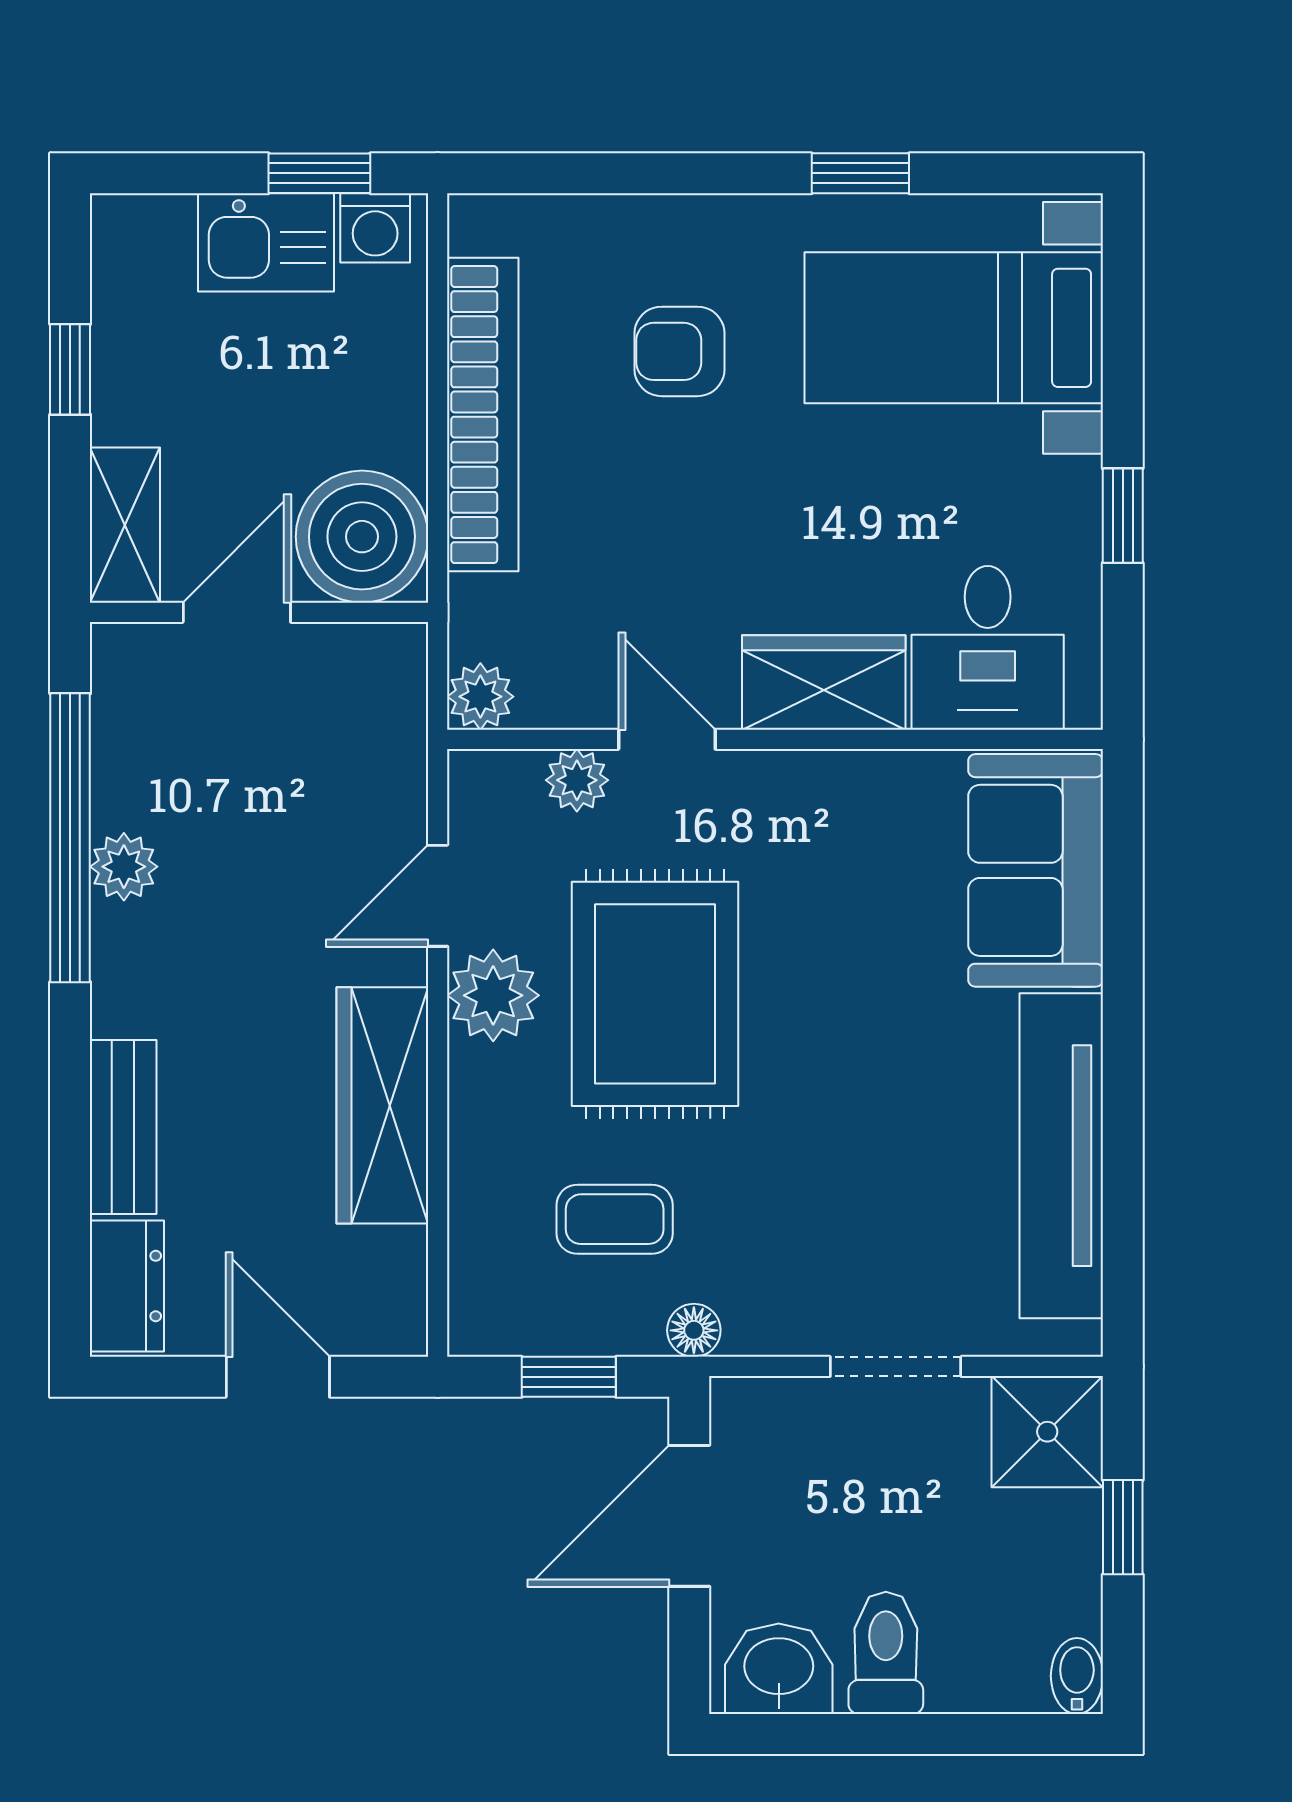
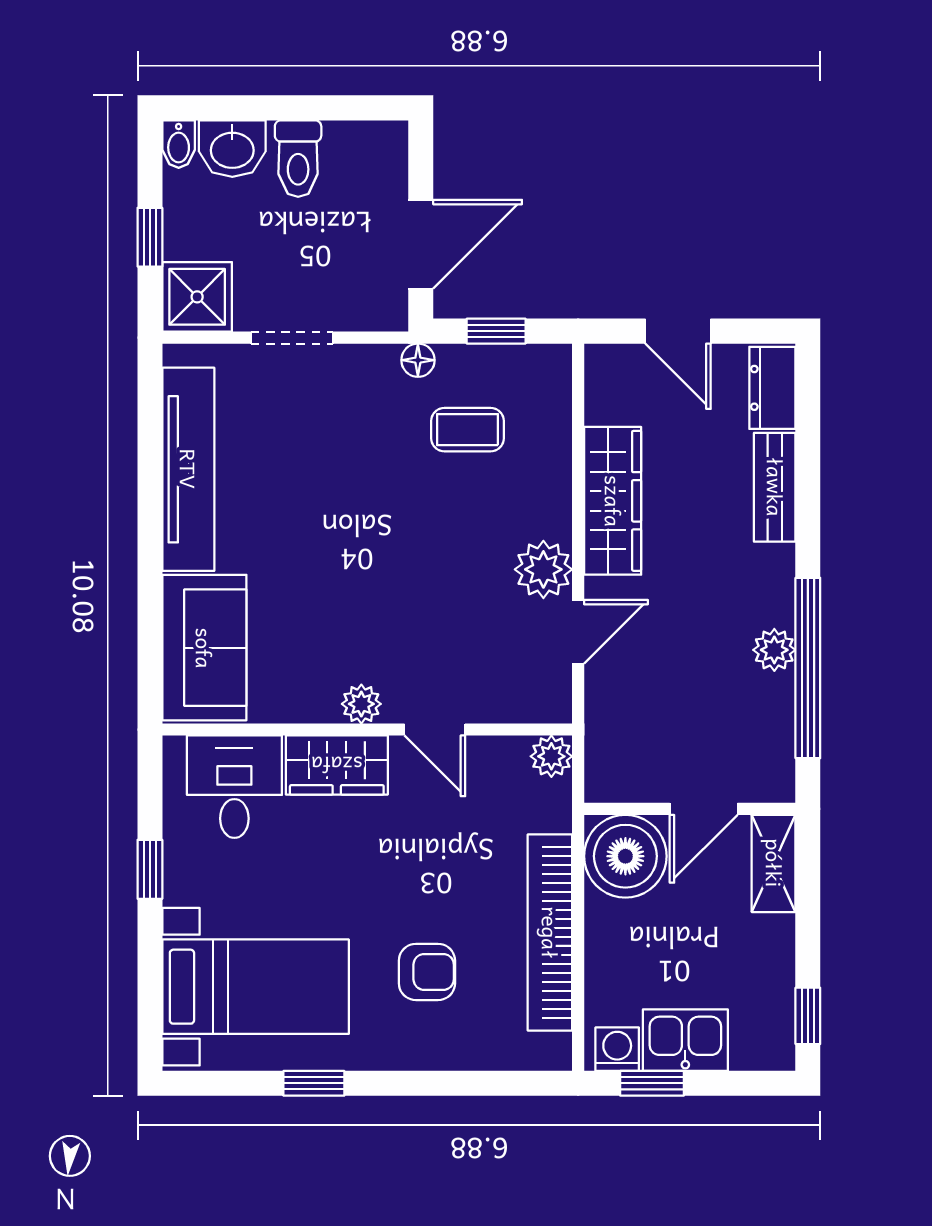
window: (70, 369) -> (808, 1016), moved
plant: (577, 780) -> (361, 704), moved
rug: (655, 994) -> (442, 570), removed
washbasin: (779, 1669) -> (232, 149), moved

